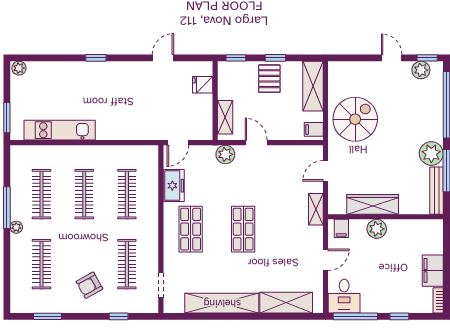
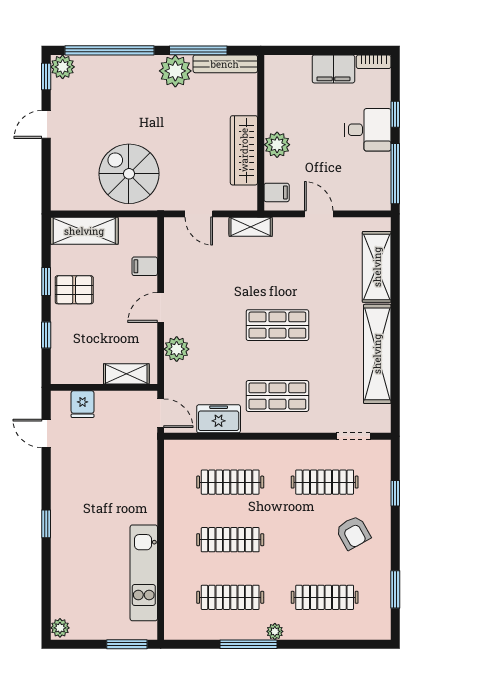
plant: (421, 70) -> (63, 67), moved
fridge: (203, 85) -> (83, 404), moved
wall: (215, 101) -> (104, 387), moved
shelving: (225, 117) -> (126, 374), moved
filing cabinet: (314, 129) -> (145, 266), moved, turned 90
desk: (344, 296) -> (368, 130), moved

